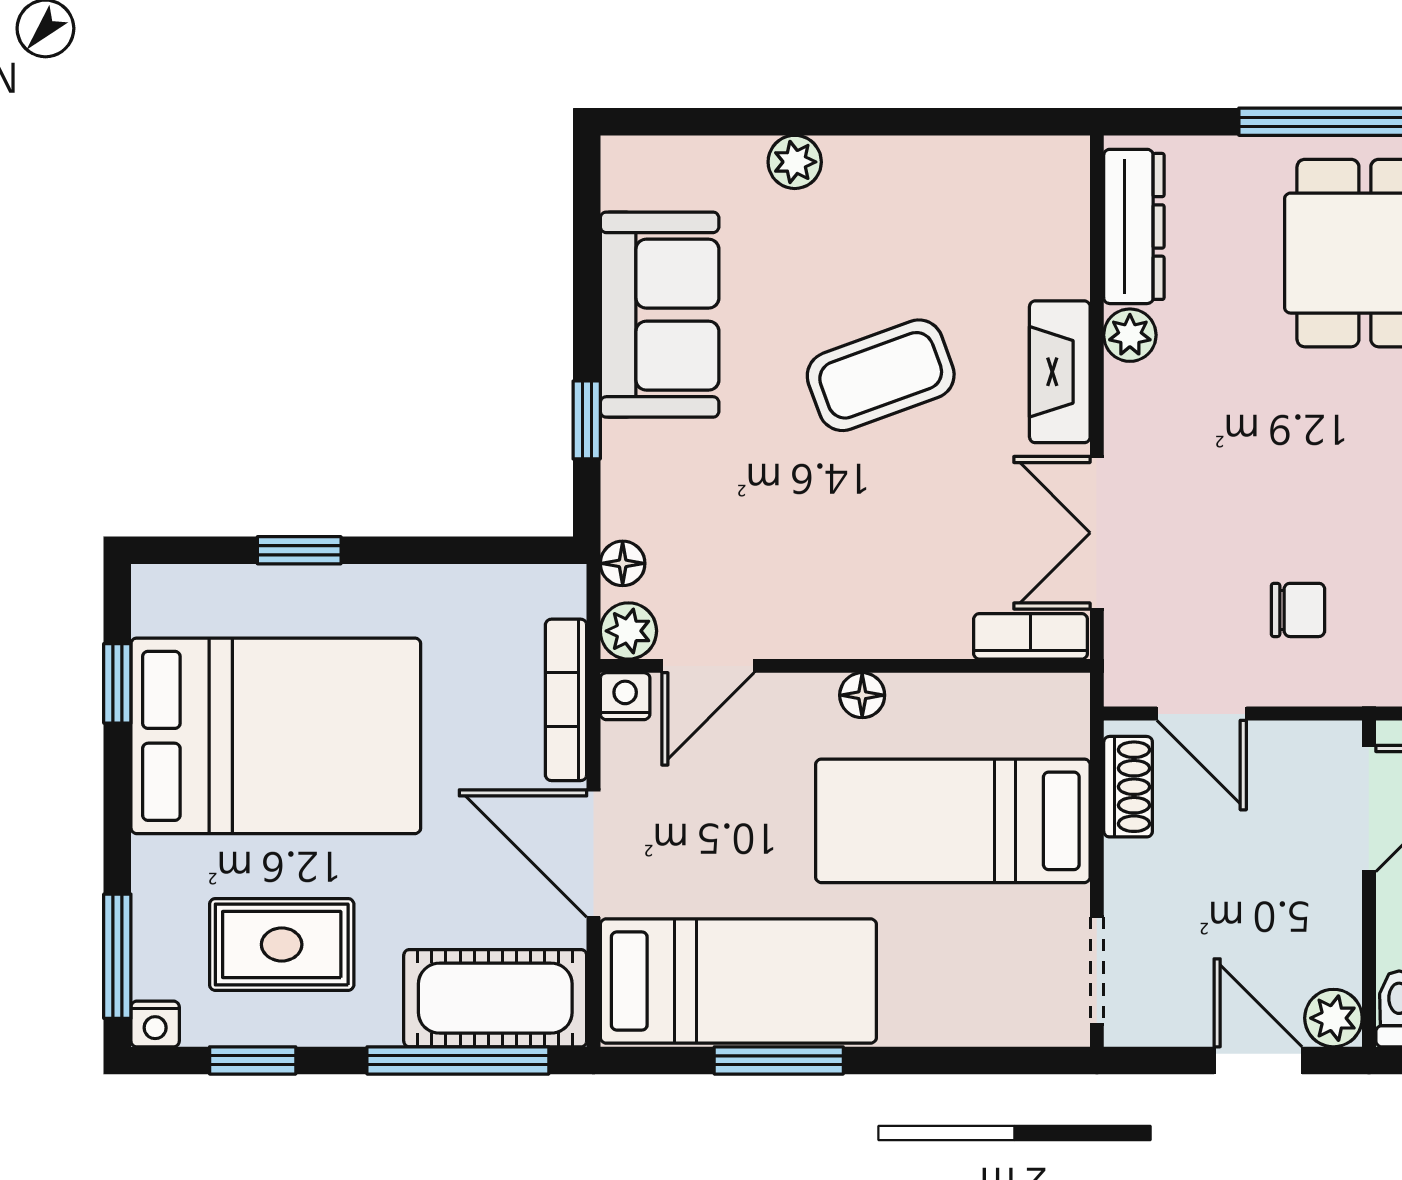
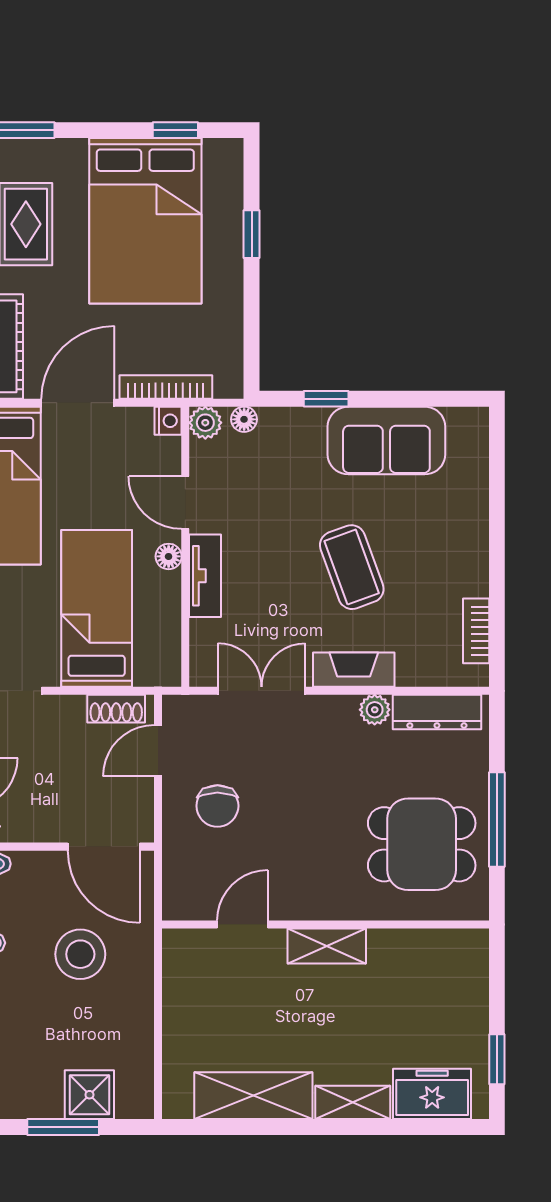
plant: (795, 162) -> (474, 518), removed
chair: (1298, 610) -> (217, 806), width x1.37, depth x1.37
tv unit: (896, 631) -> (205, 576), added
bookcase: (1031, 636) -> (476, 631), moved, turned 180
door: (708, 666) -> (185, 503), moved

